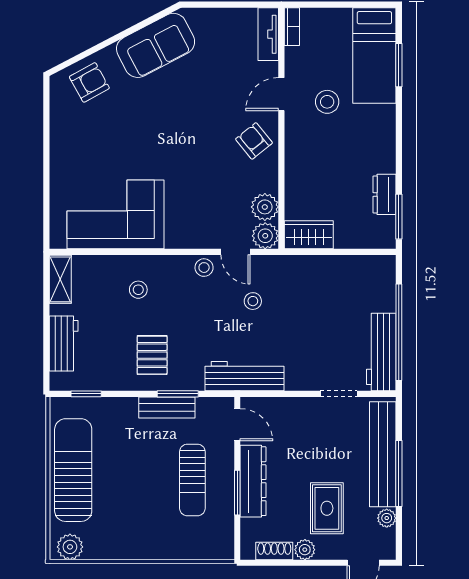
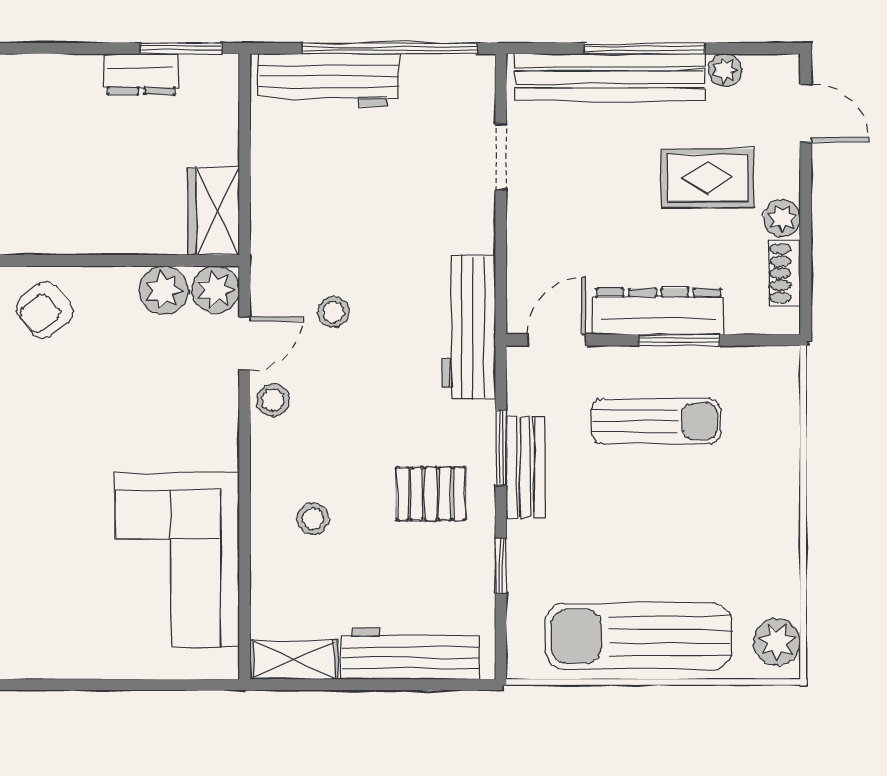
workbench: (64, 344) -> (410, 653), width x1.37
workbench: (381, 352) -> (329, 80), moved
window: (86, 394) -> (501, 566), moved

